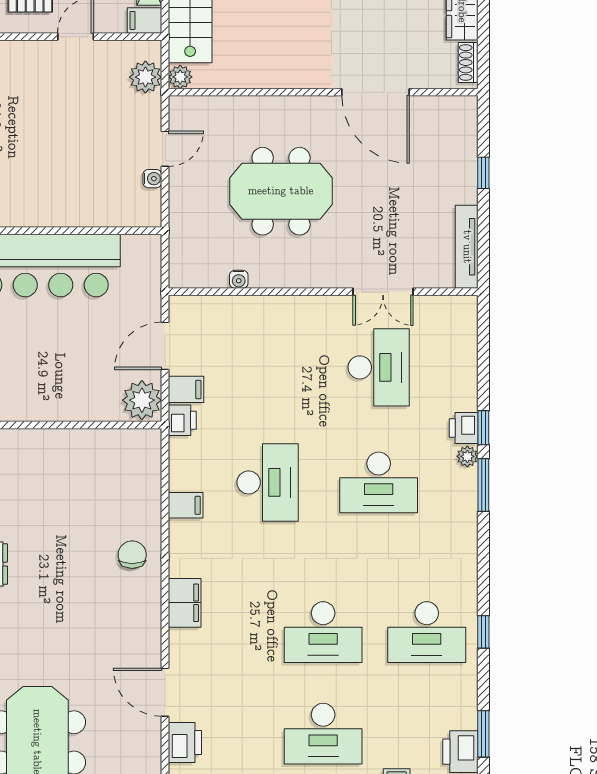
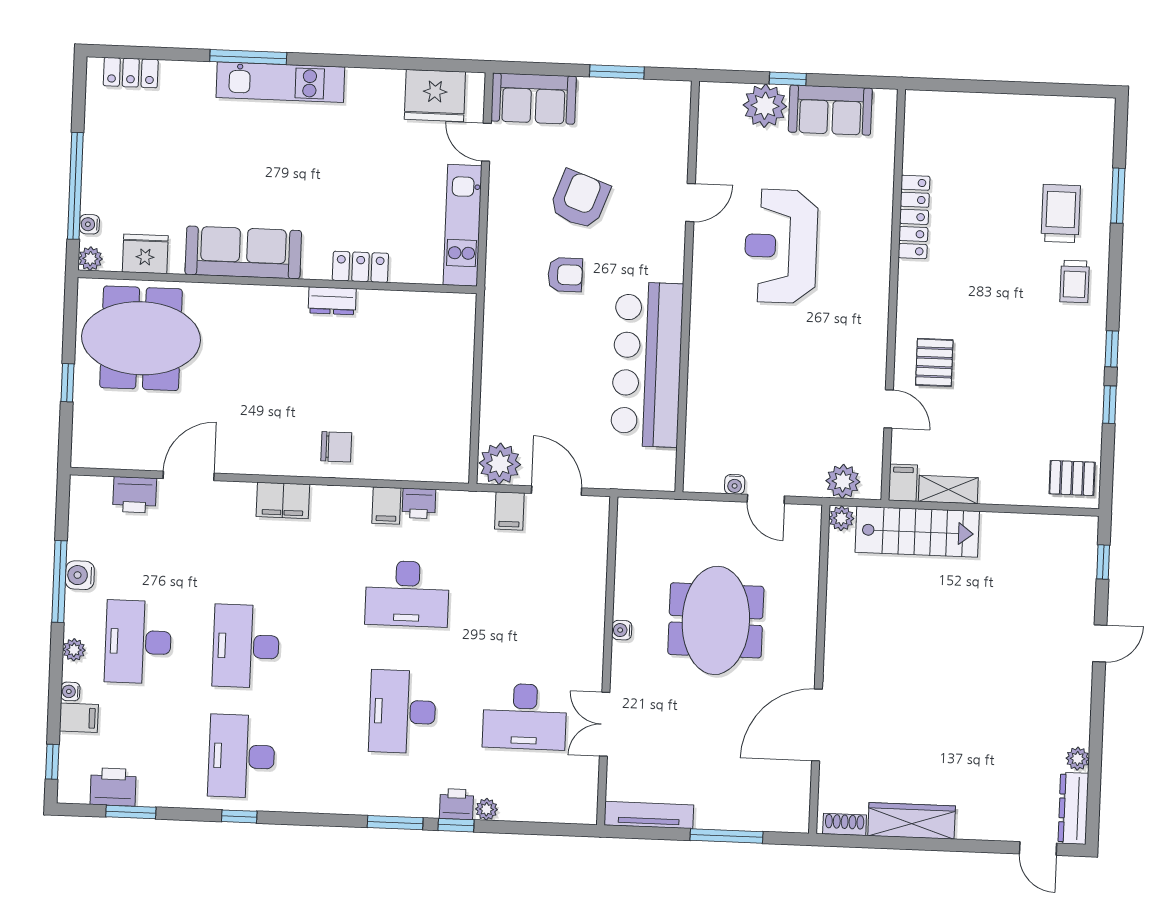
window: (483, 173) -> (727, 836), width x2.17
water cooler: (239, 279) -> (622, 630), moved
printer: (182, 420) -> (419, 503), moved
plant: (467, 456) -> (486, 809), moved

